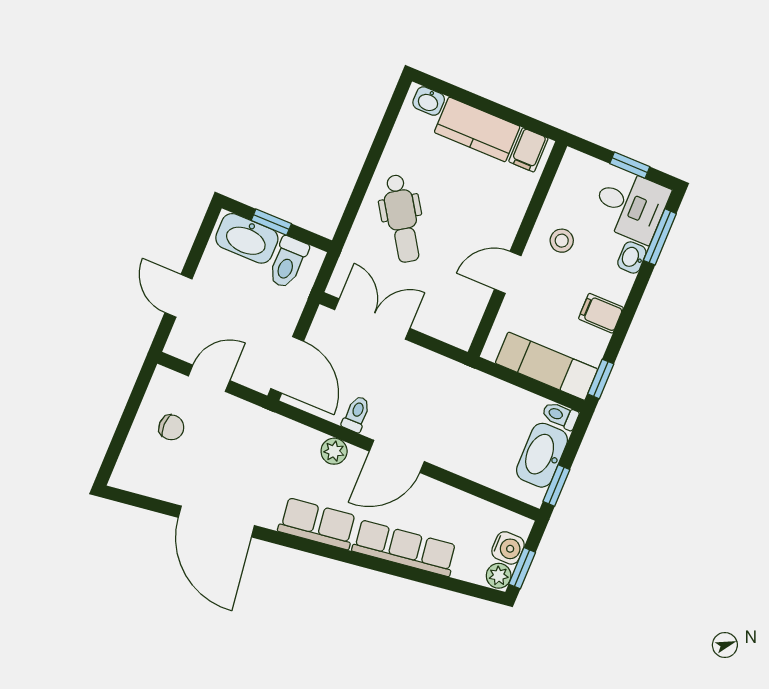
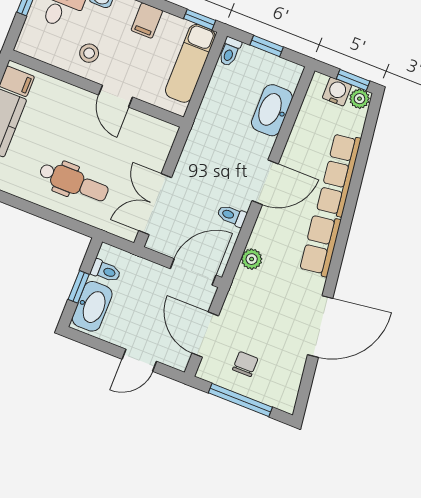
dental chair: (402, 218) -> (74, 182), turned 33
toilet: (288, 262) -> (106, 271), width x0.73, depth x0.72
door: (209, 378) -> (205, 335), width x1.38
window: (127, 420) -> (240, 400), added
plant: (334, 451) -> (252, 259), moved
washbasin: (542, 455) -> (272, 110), moved, turned 90
door: (397, 456) -> (265, 182), hinge flipped
window: (556, 486) -> (267, 46), moved

